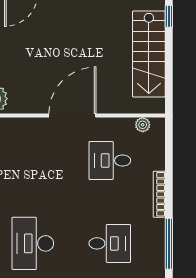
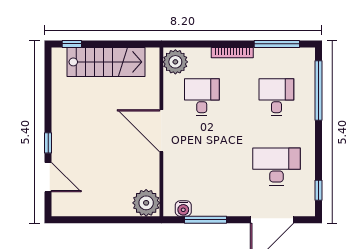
plant: (143, 125) -> (175, 62), width x1.87, depth x1.87
desk: (110, 160) -> (202, 97), turned 180
desk: (33, 243) -> (276, 166), turned 180

